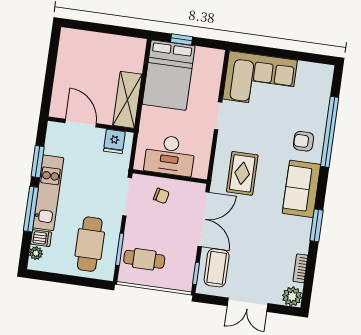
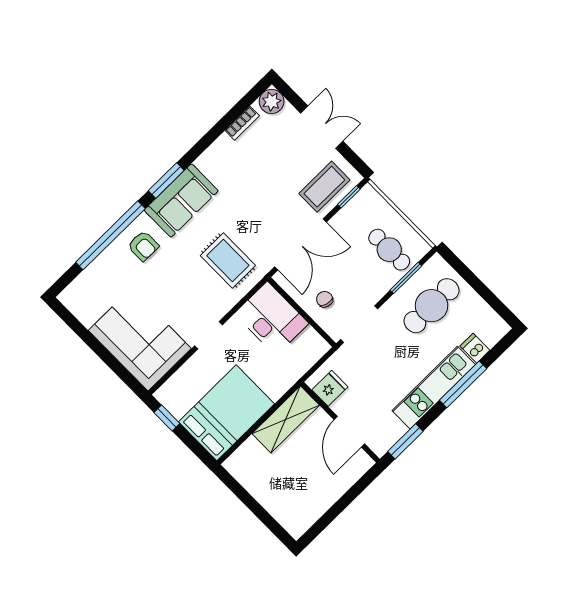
window: (182, 39) -> (167, 418), moved
desk: (170, 155) -> (272, 319), moved
window: (38, 162) -> (405, 441), moved
rug: (242, 173) -> (228, 260), turned 90
double door: (204, 219) -> (301, 244), swing flipped
window: (317, 225) -> (166, 180), moved
plant: (36, 253) -> (491, 337), removed

